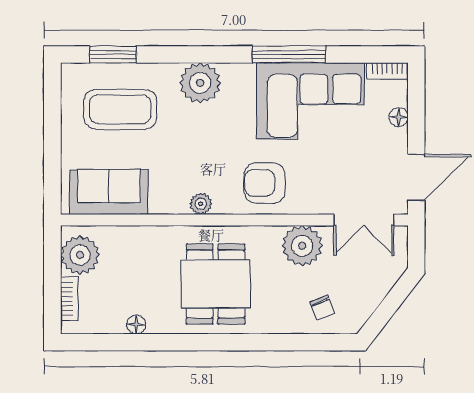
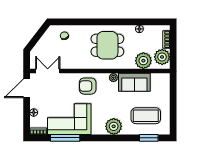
window: (289, 54) -> (65, 138), moved
armchair: (265, 183) -> (88, 86), turned 180
sofa: (109, 192) -> (134, 82), moved
plant: (302, 246) -> (143, 61), moved
dining table: (216, 284) -> (107, 45), turned 90

